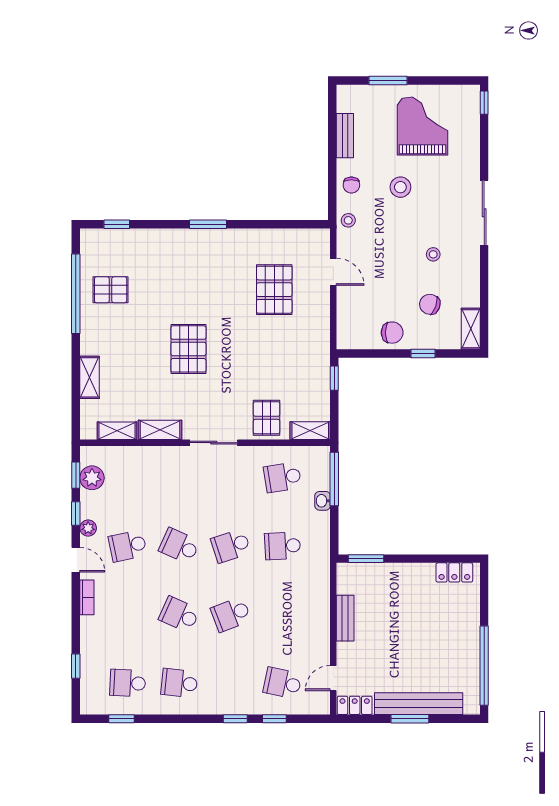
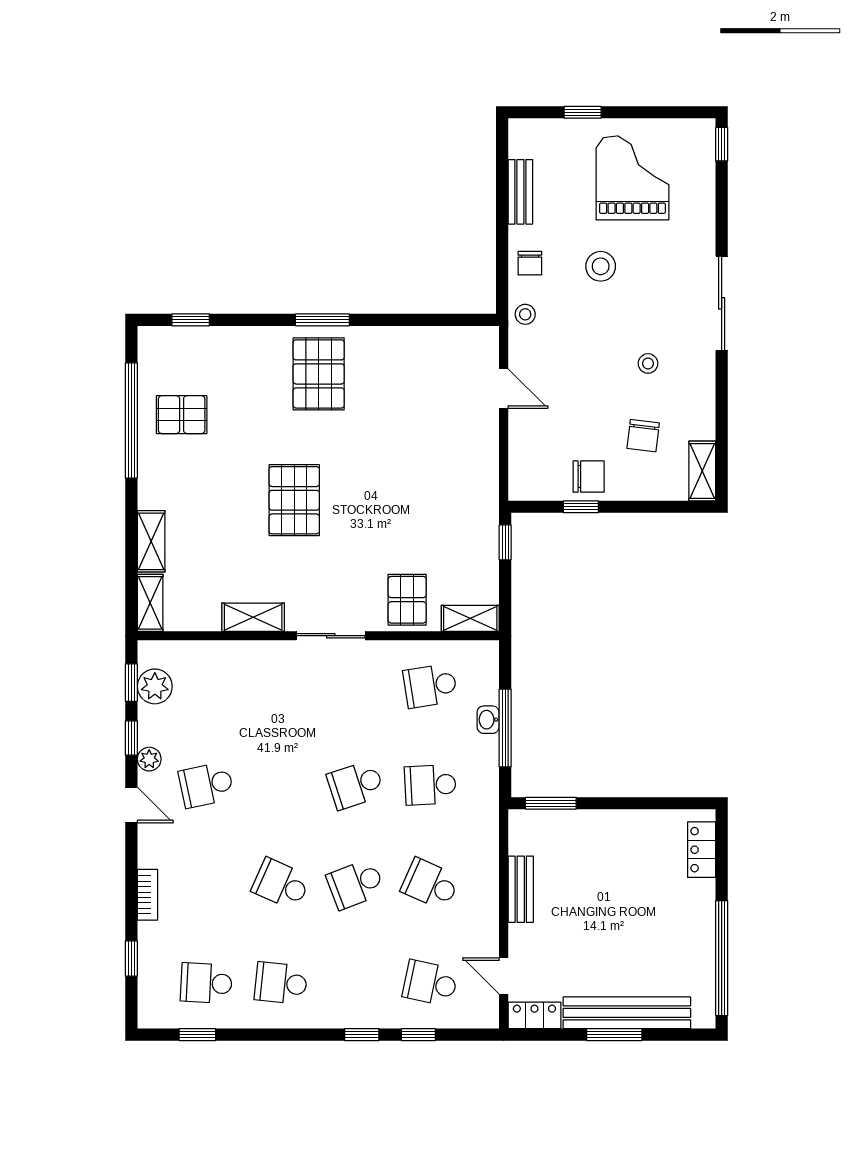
window: (388, 81) -> (583, 112), width x0.67
pallet: (274, 290) -> (319, 374), moved
chair: (430, 304) -> (643, 436), turned -103
window: (423, 353) -> (581, 507), moved
shelving: (117, 431) -> (150, 603), moved, turned 90
window: (334, 479) -> (505, 728), moved
school desk: (179, 546) -> (430, 884), moved
locker: (454, 572) -> (702, 850), moved, turned 90
bookcase: (87, 597) -> (148, 895), moved
door: (333, 678) -> (504, 976), hinge flipped

